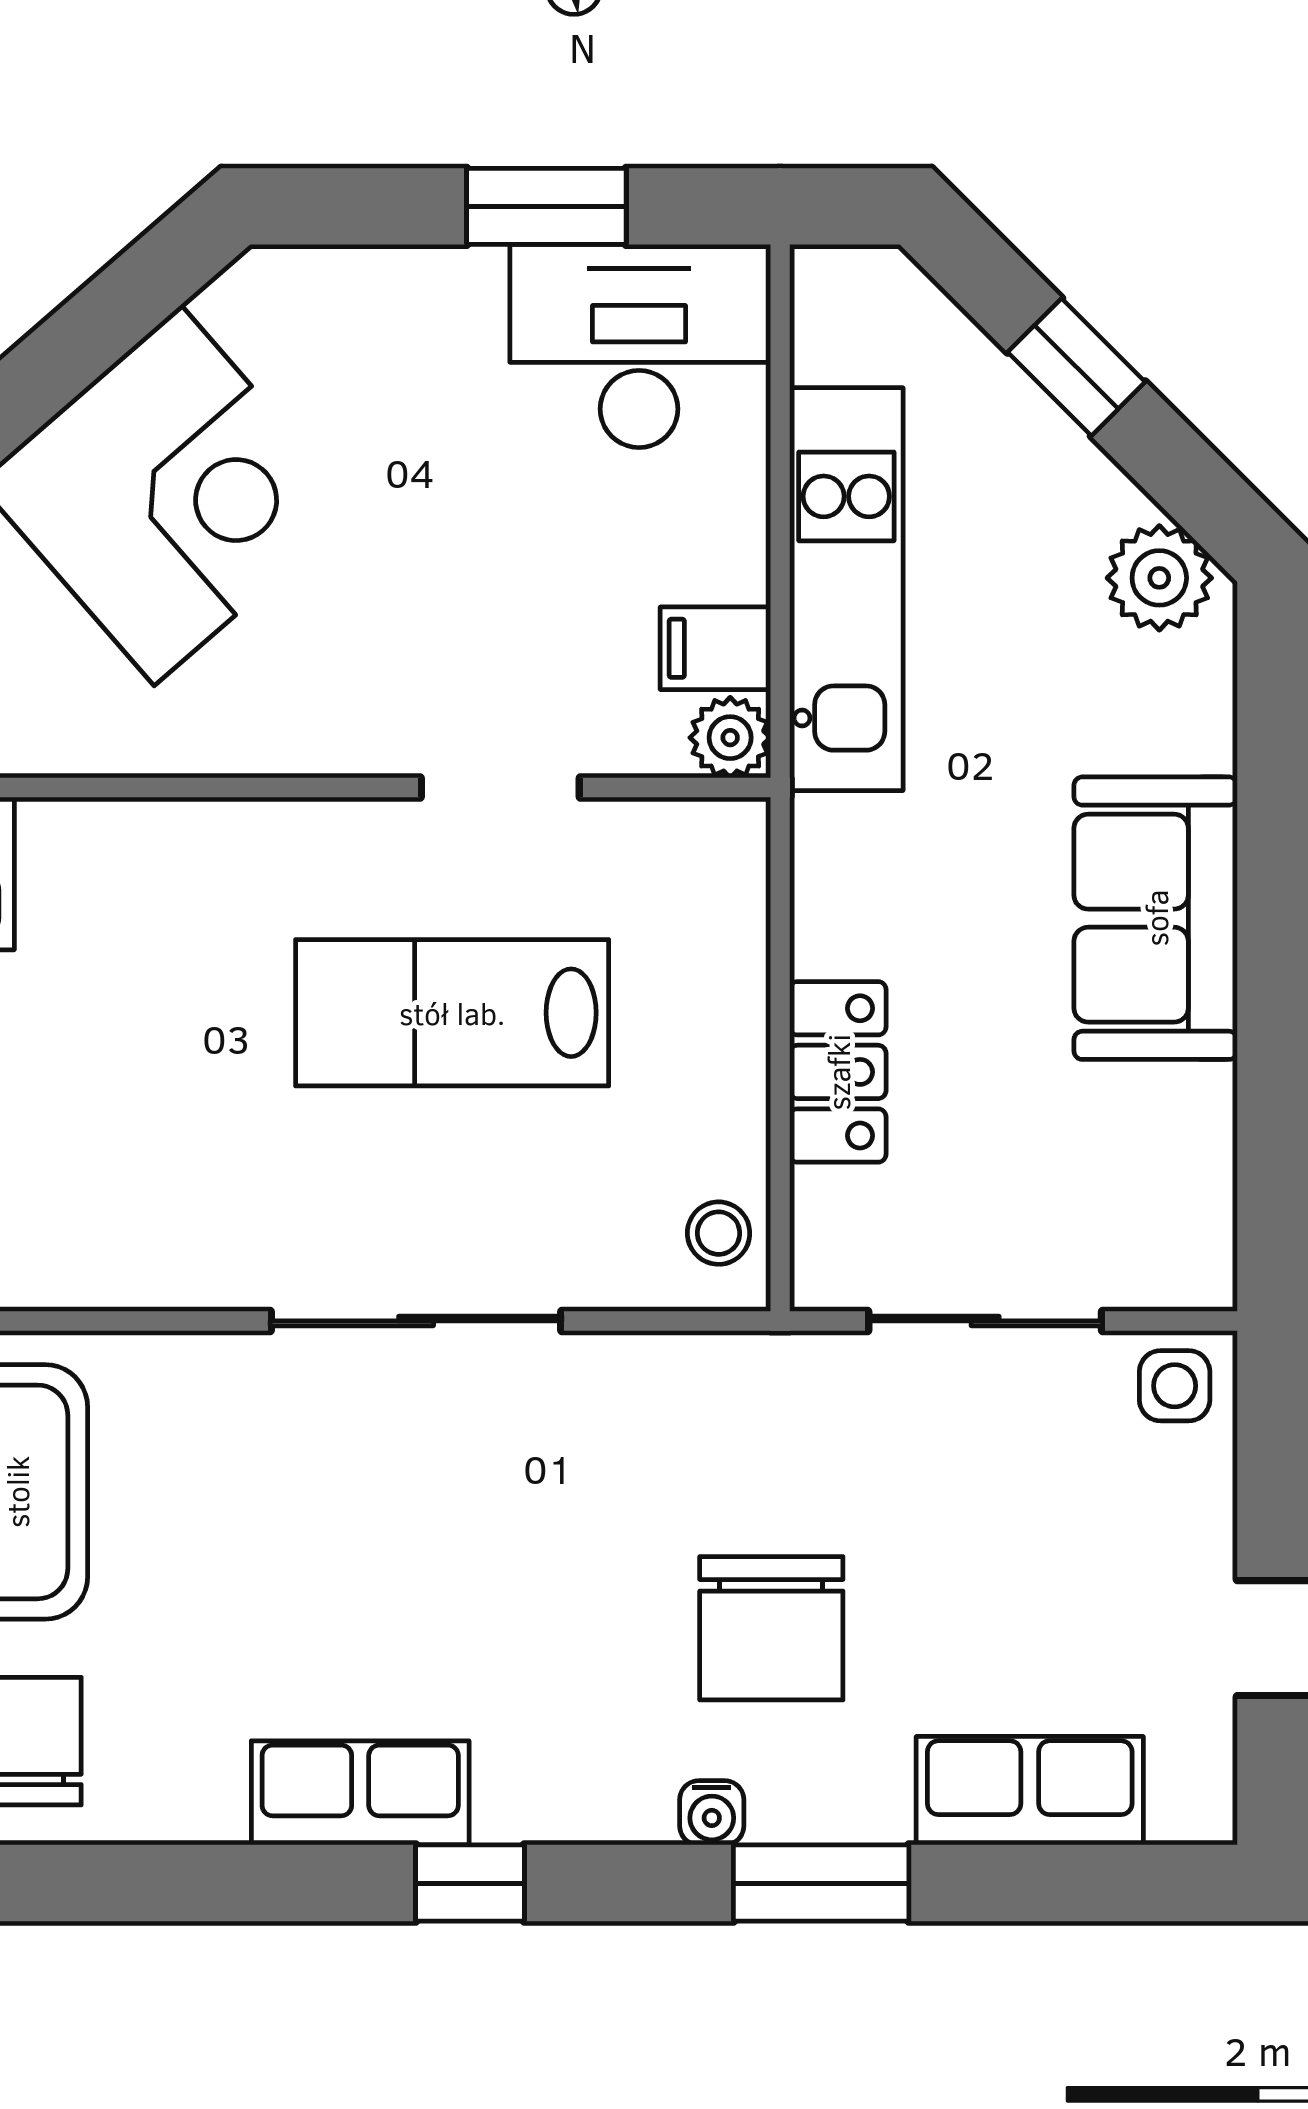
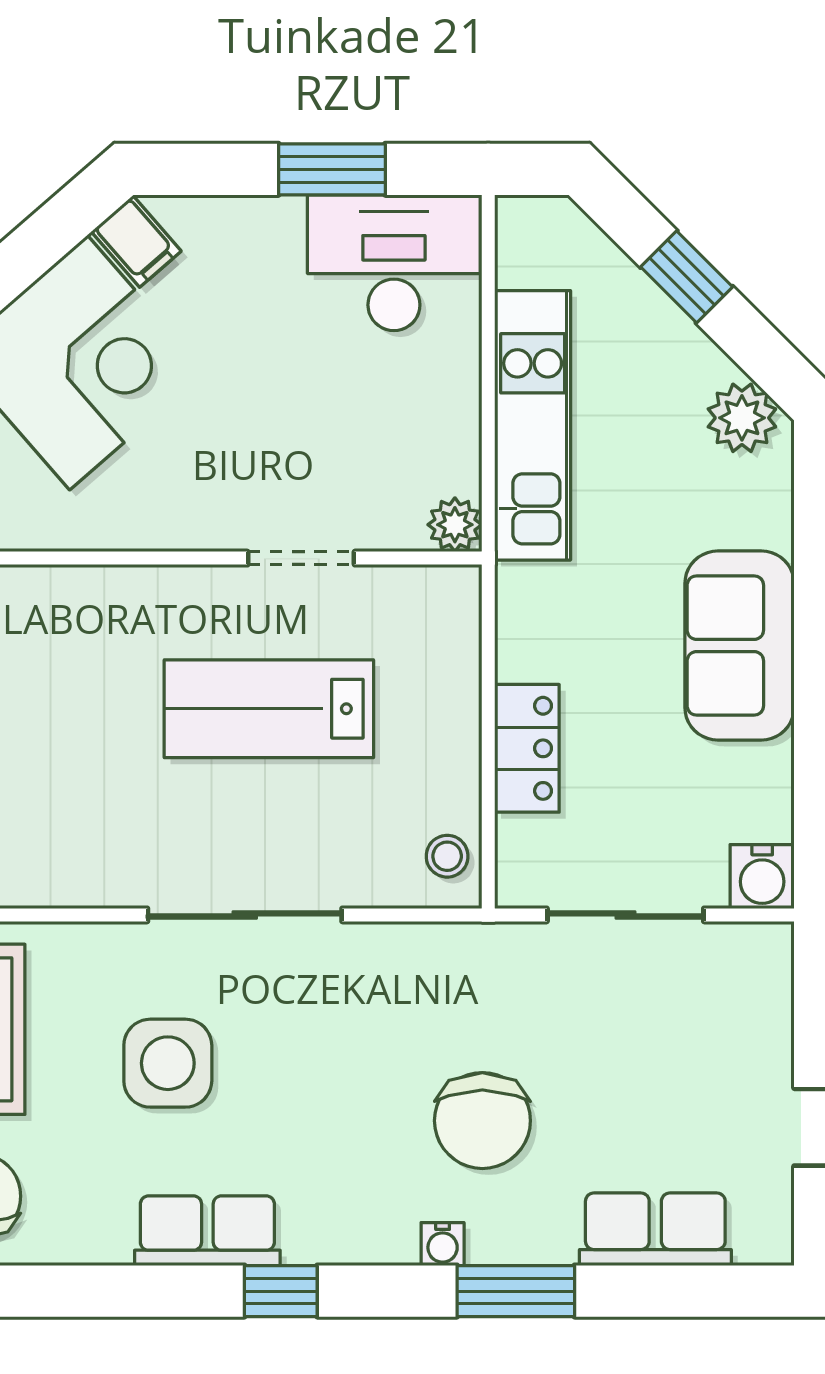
filing cabinet: (715, 648) -> (136, 241), moved, turned -131
water cooler: (1189, 1264) -> (762, 877), added
side table: (1175, 1386) -> (168, 1063), moved, width x1.87, depth x1.87

